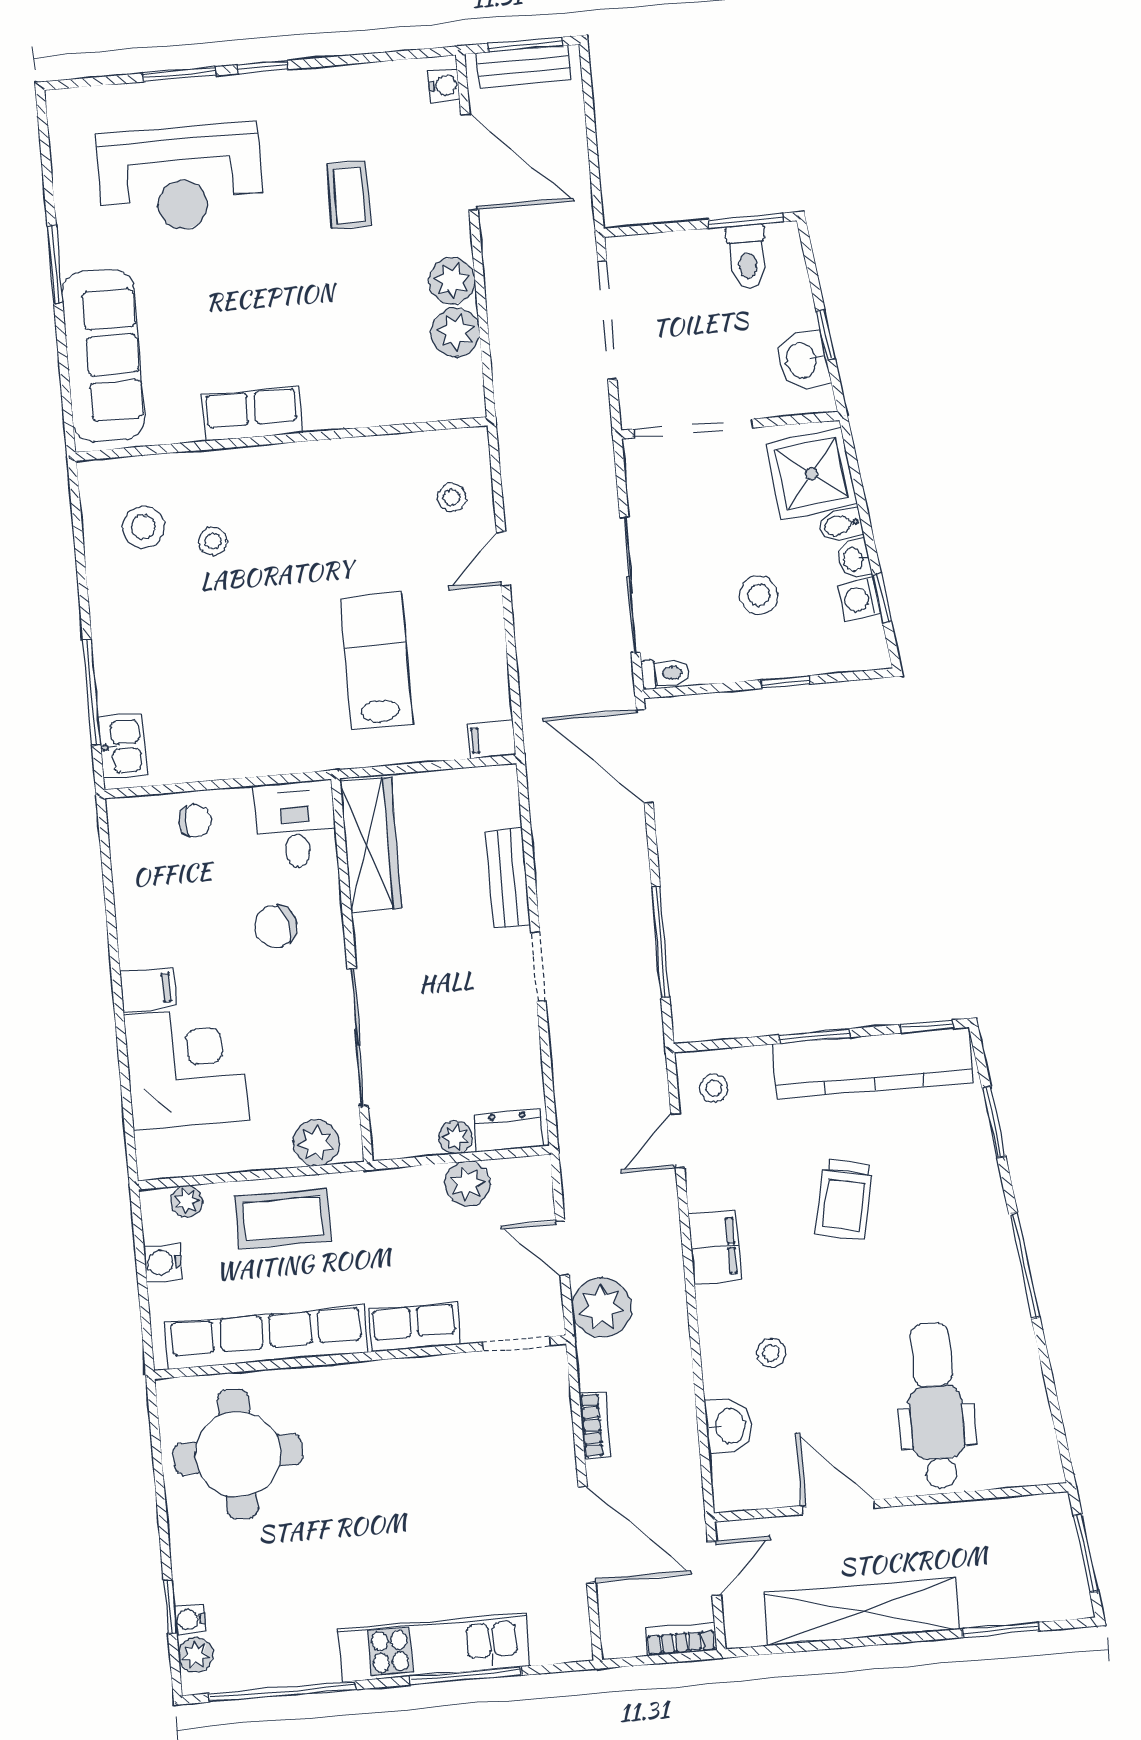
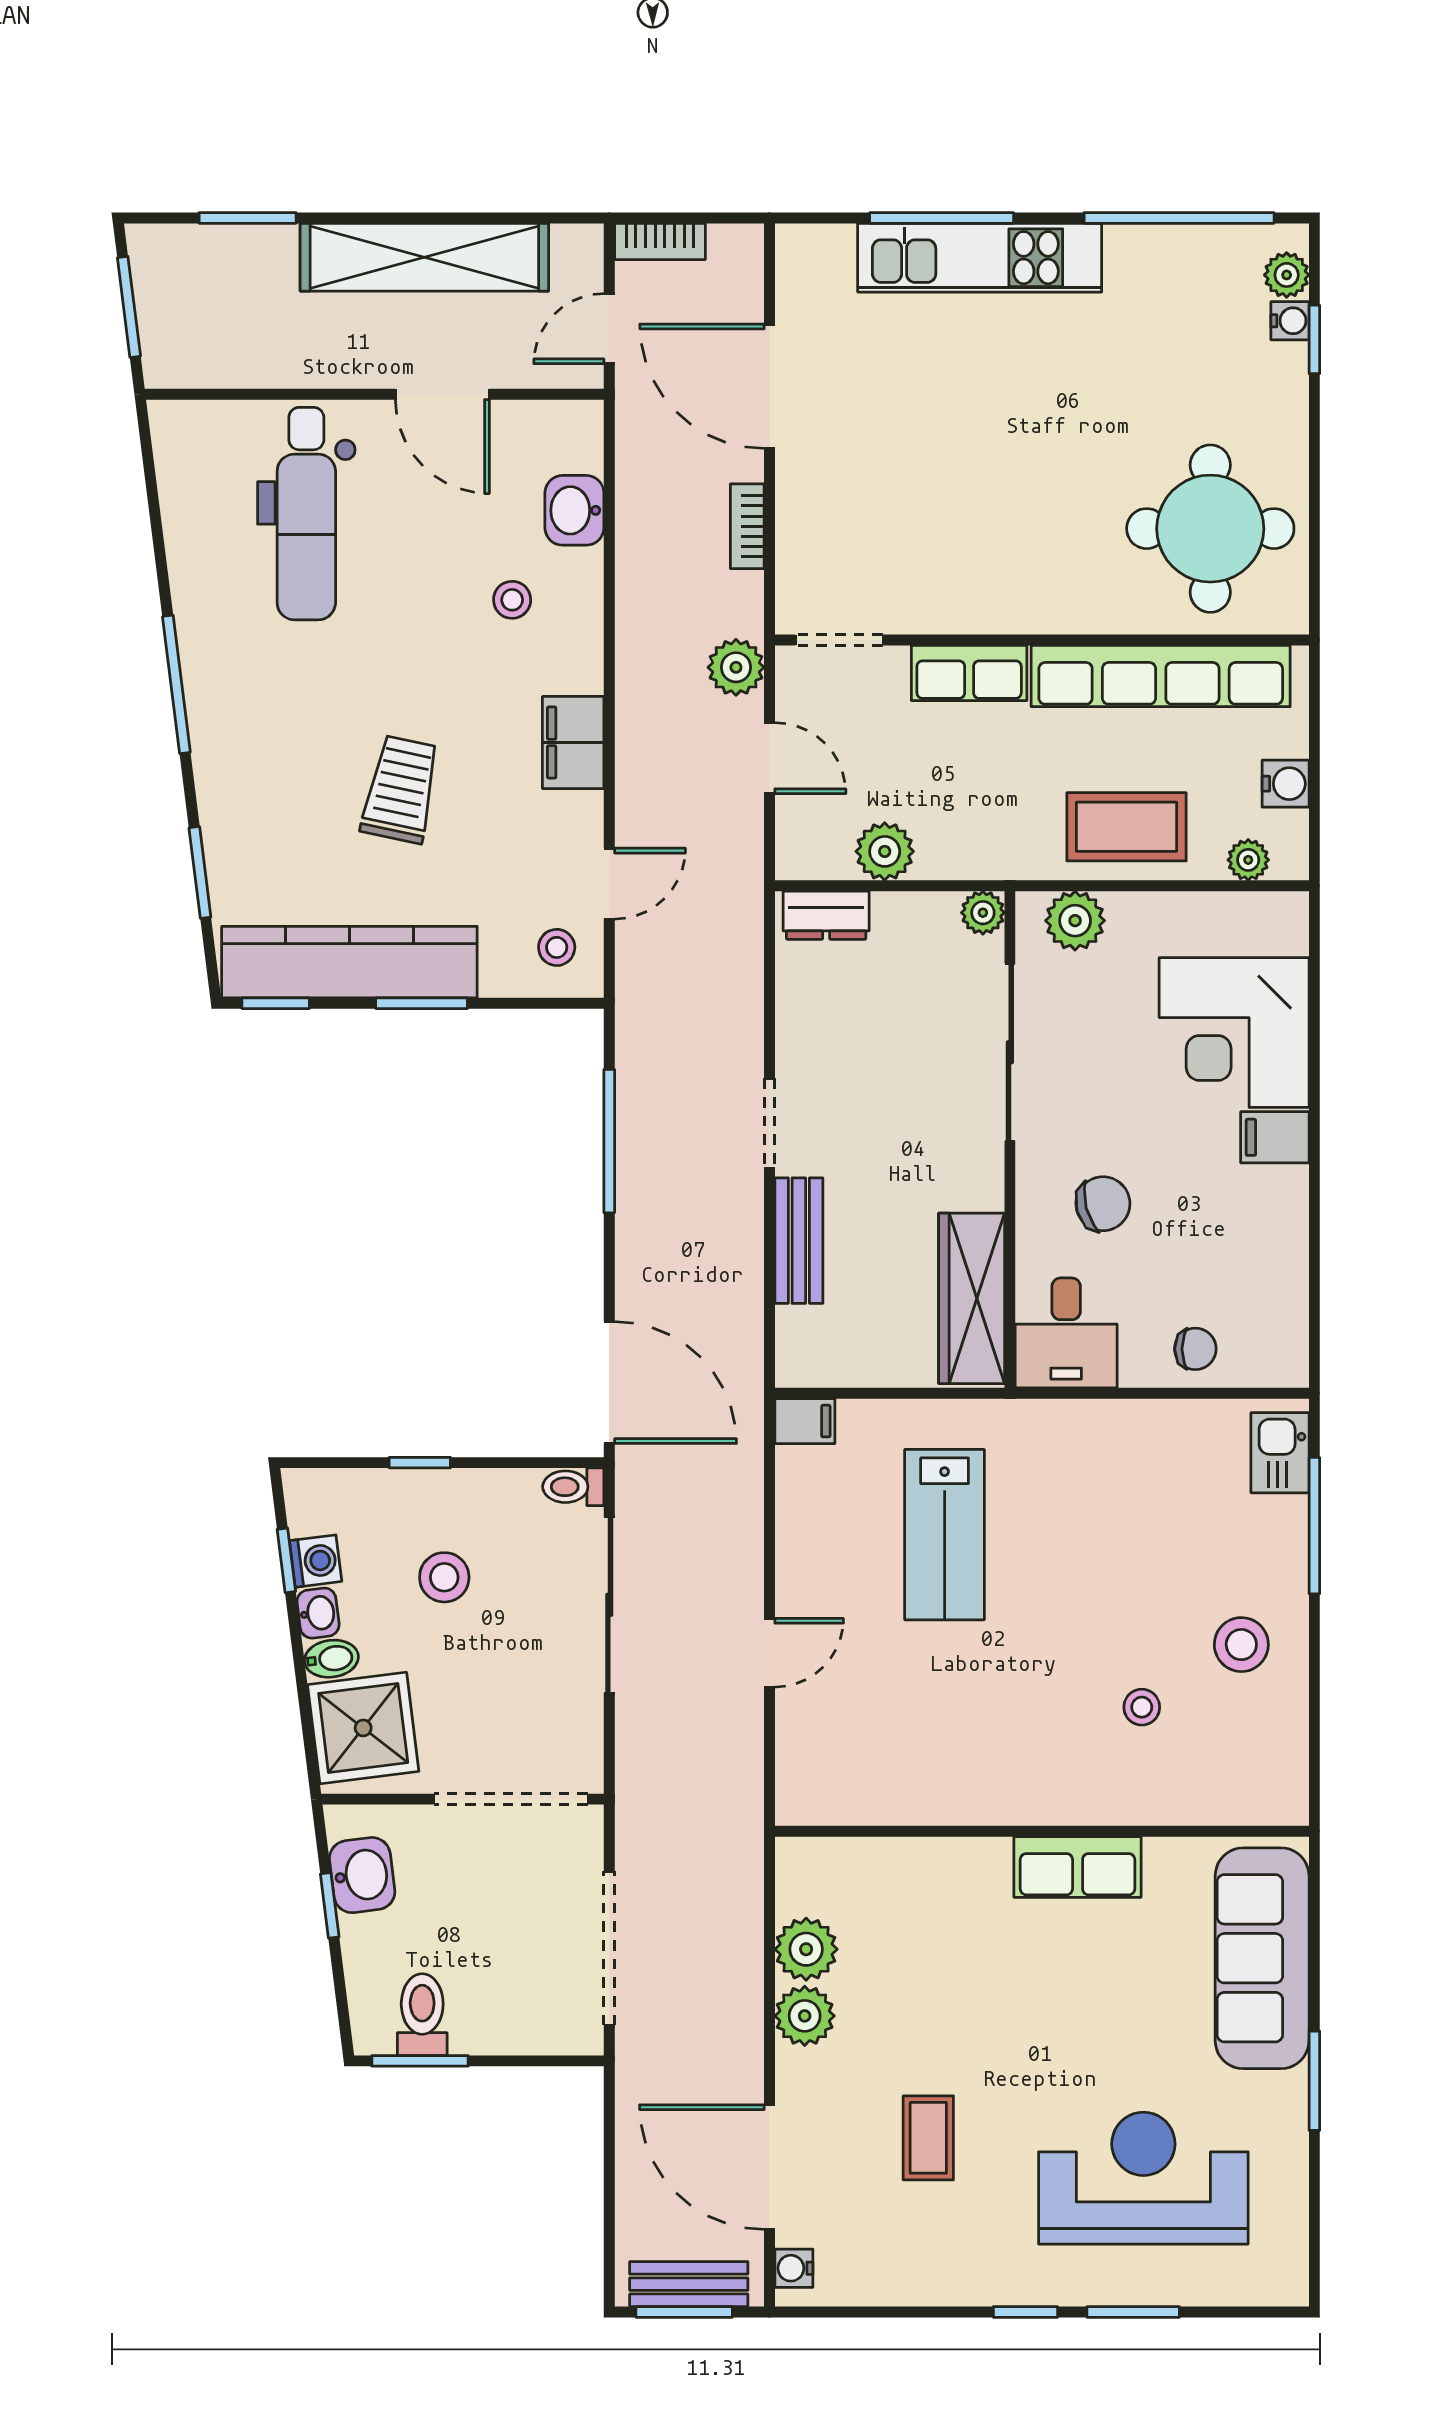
stool: (452, 497) -> (829, 1737), removed
stool: (143, 527) -> (1241, 1645), moved
chair: (195, 821) -> (1195, 1349), turned 180
plant: (455, 1137) -> (983, 913), moved
plant: (601, 1307) -> (736, 667), width x0.73, depth x0.73

